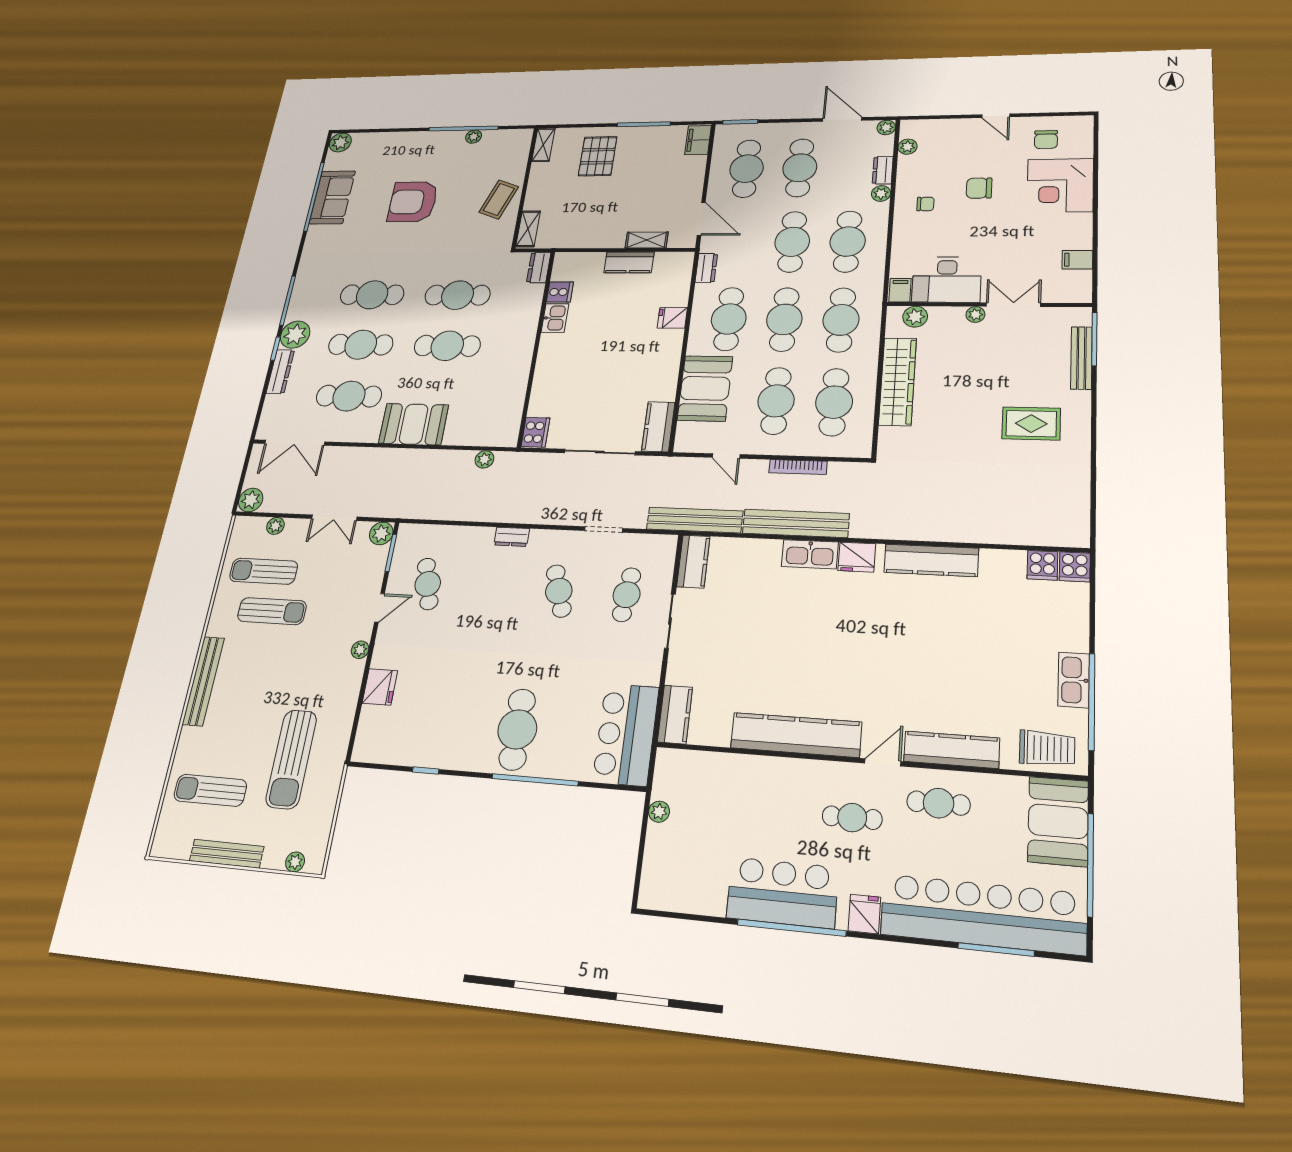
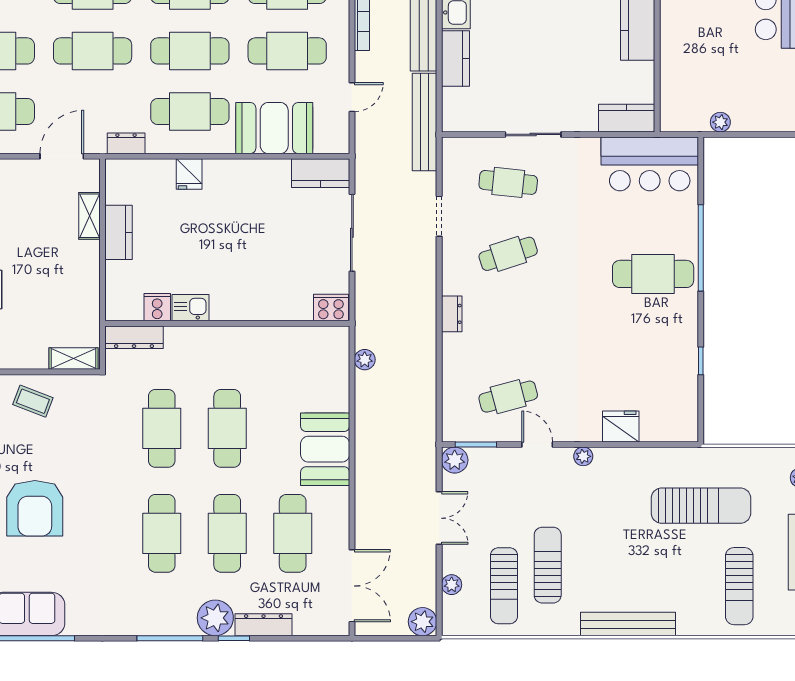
coffee table: (499, 199) -> (33, 401), width x0.73, depth x0.77
dresser: (539, 267) -> (134, 337), width x1.44
kitchen counter: (693, 562) -> (455, 59), moved, turned 90

